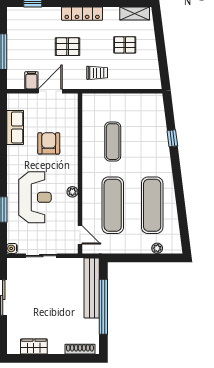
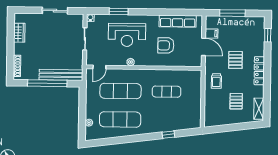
row of seats: (15, 127) -> (178, 21), width x1.48
armchair: (49, 143) -> (166, 45), turned 180

